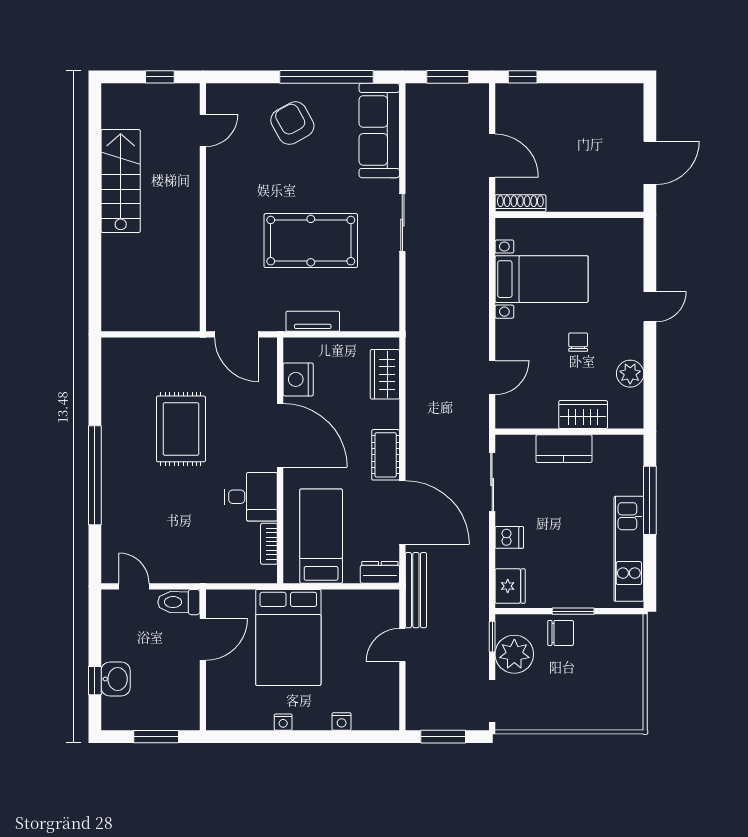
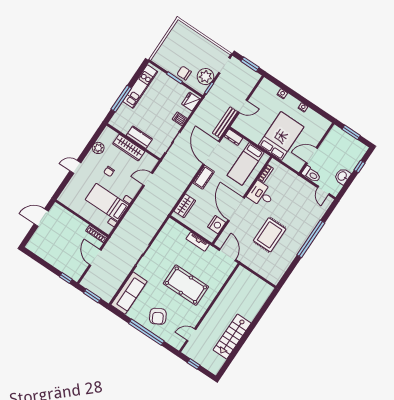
window: (326, 77) -> (146, 332), moved
pool table: (311, 241) -> (186, 285), moved
wardrobe: (583, 415) -> (129, 148), width x1.50
washbasin: (116, 679) -> (342, 176), moved

